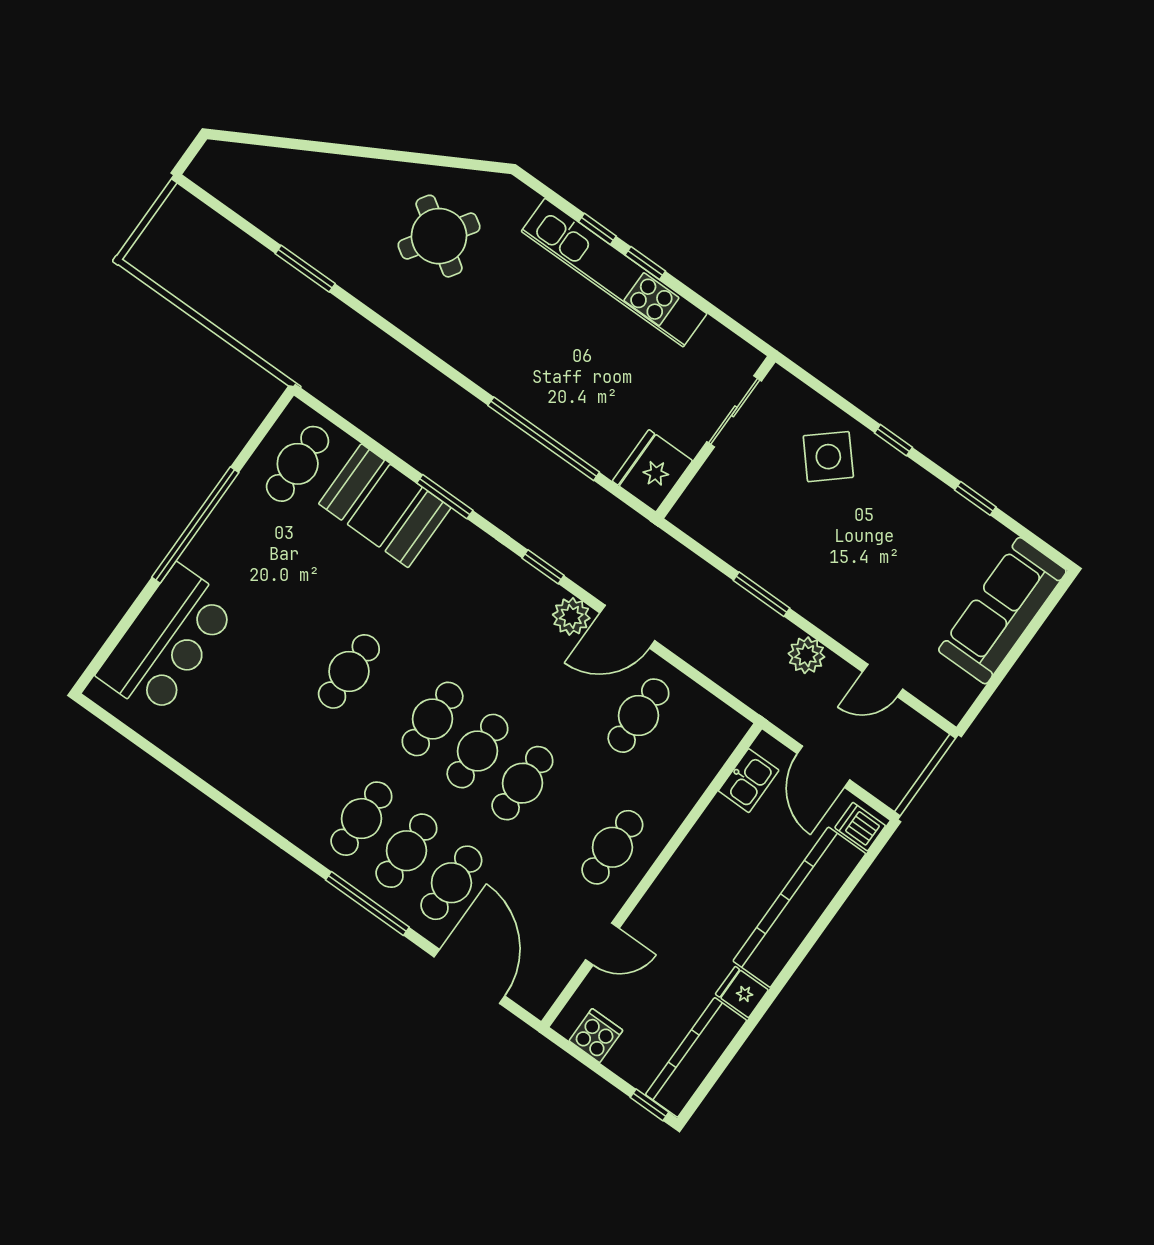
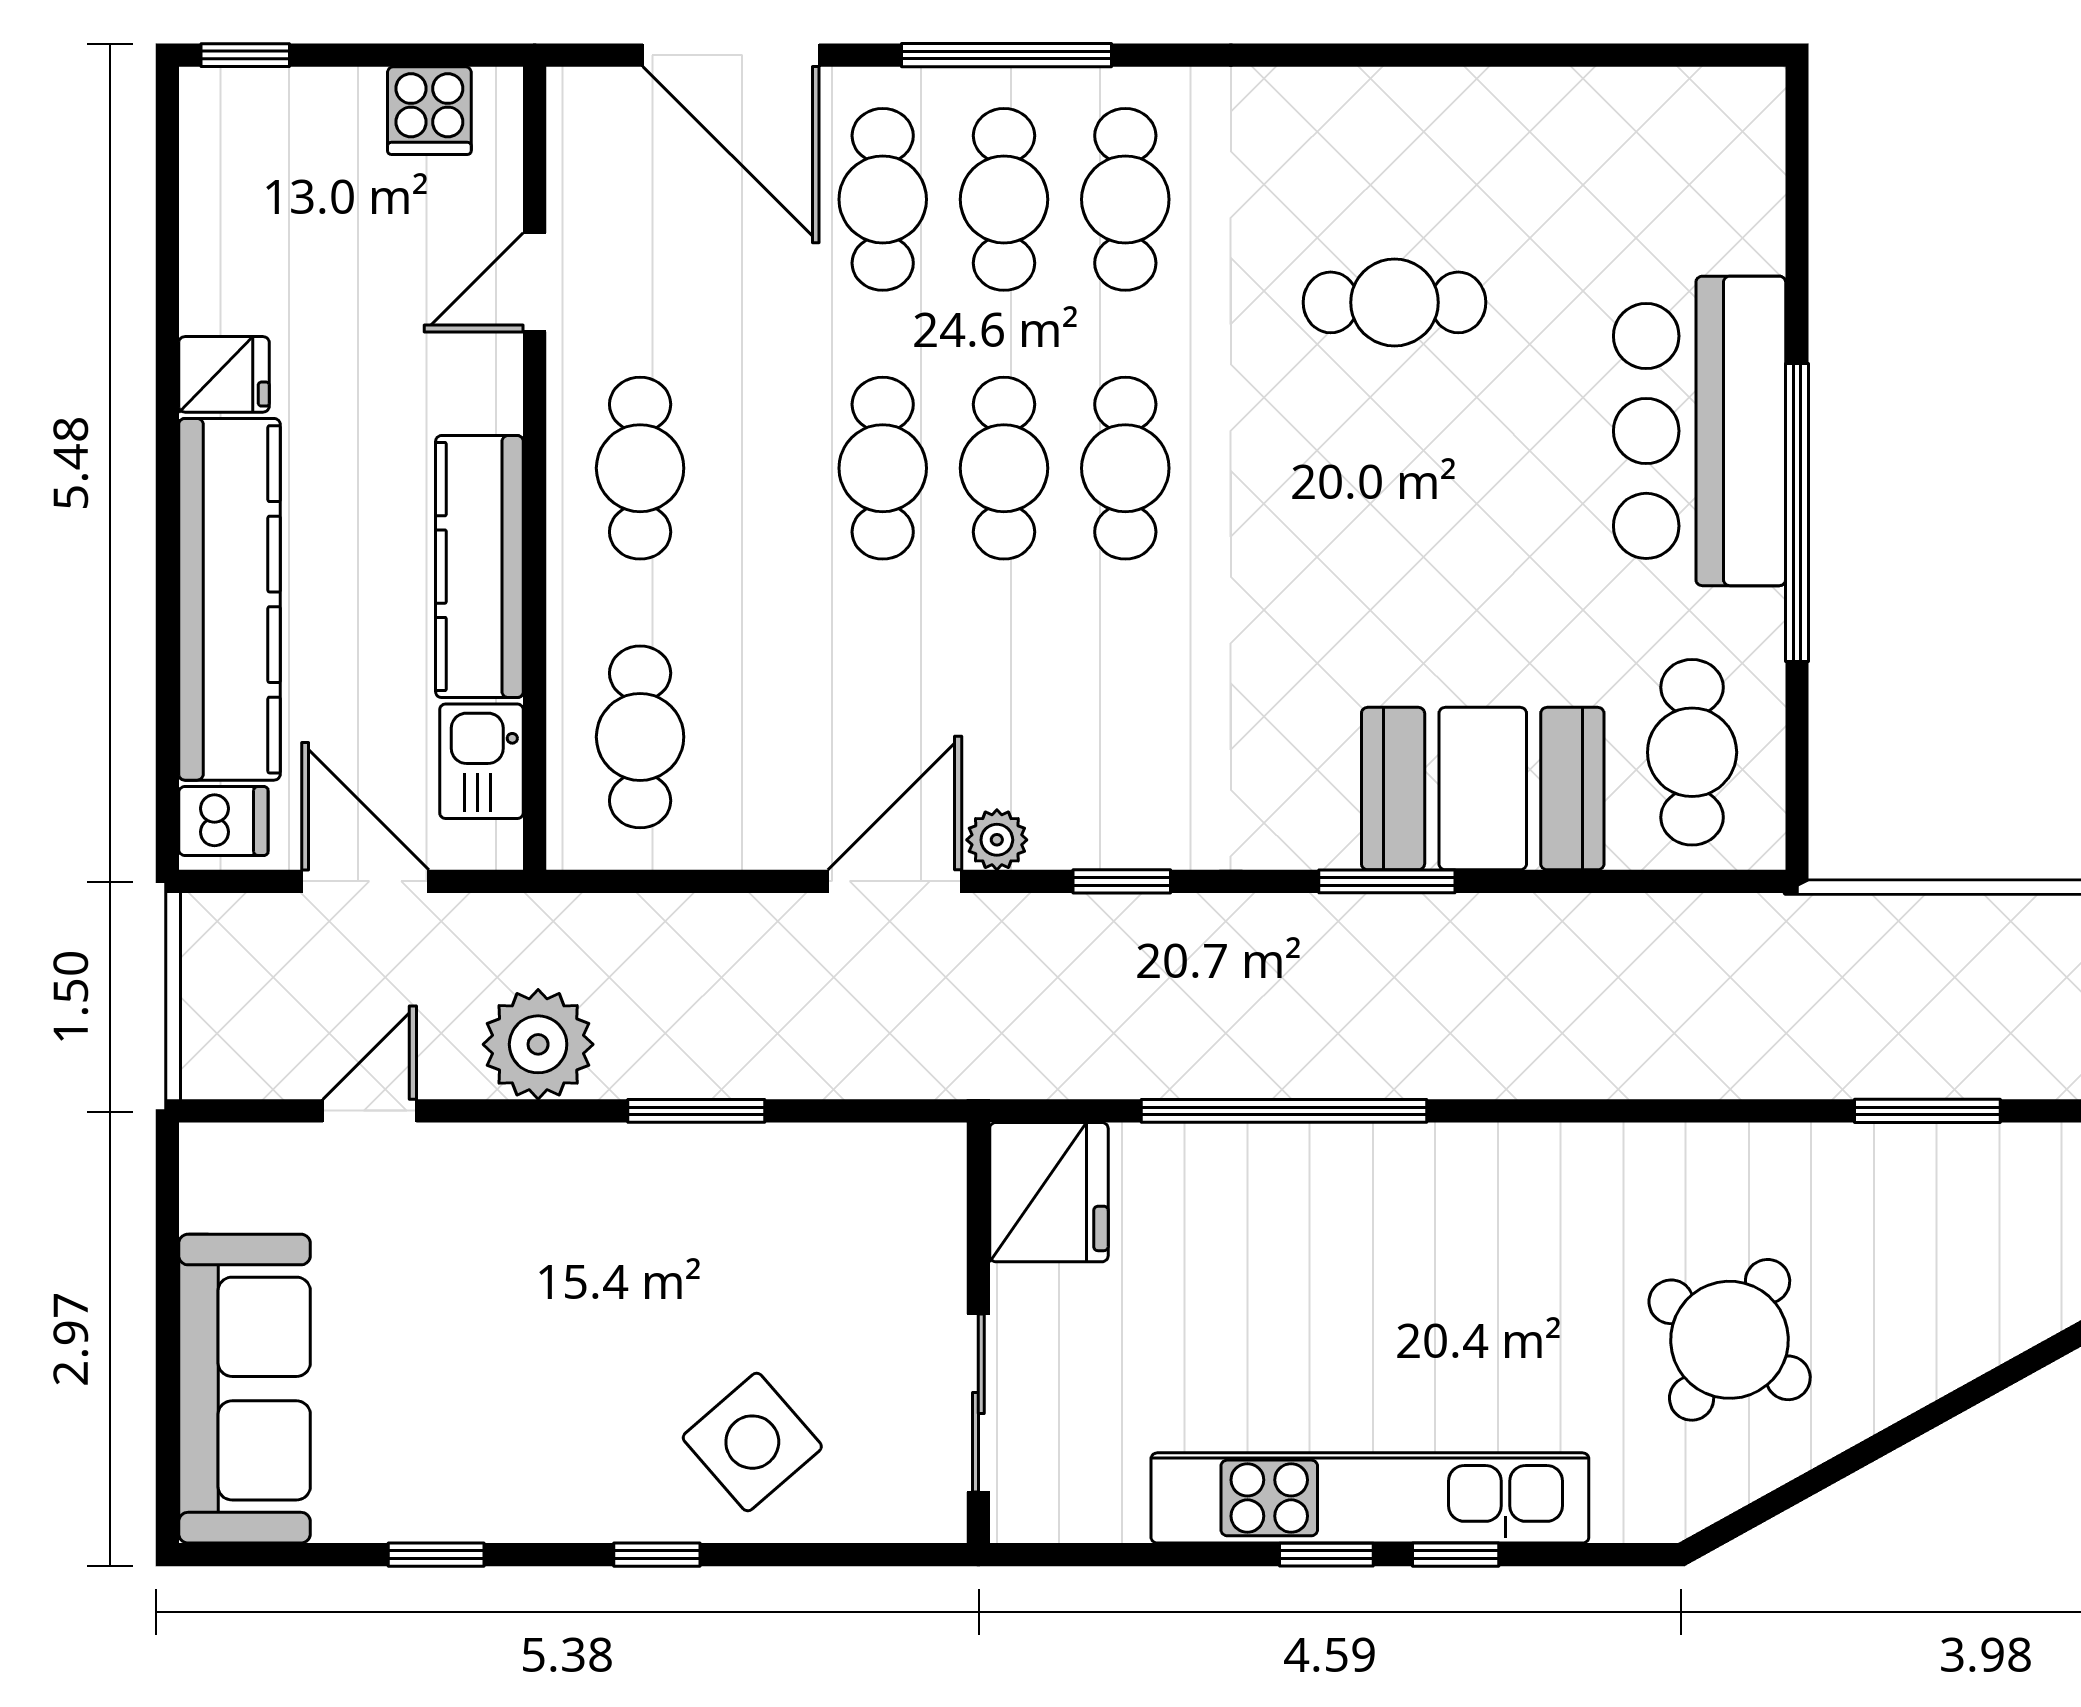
plant: (571, 616) -> (997, 840), width x0.73, depth x0.73
bar counter: (167, 641) -> (1700, 431), moved
plant: (806, 655) -> (538, 1044), width x1.36, depth x1.36
cafe table: (349, 671) -> (1395, 302), moved, turned 90
cafe table: (638, 716) -> (640, 737), moved
kitchen counter: (696, 1057) -> (479, 567), moved, turned 180

